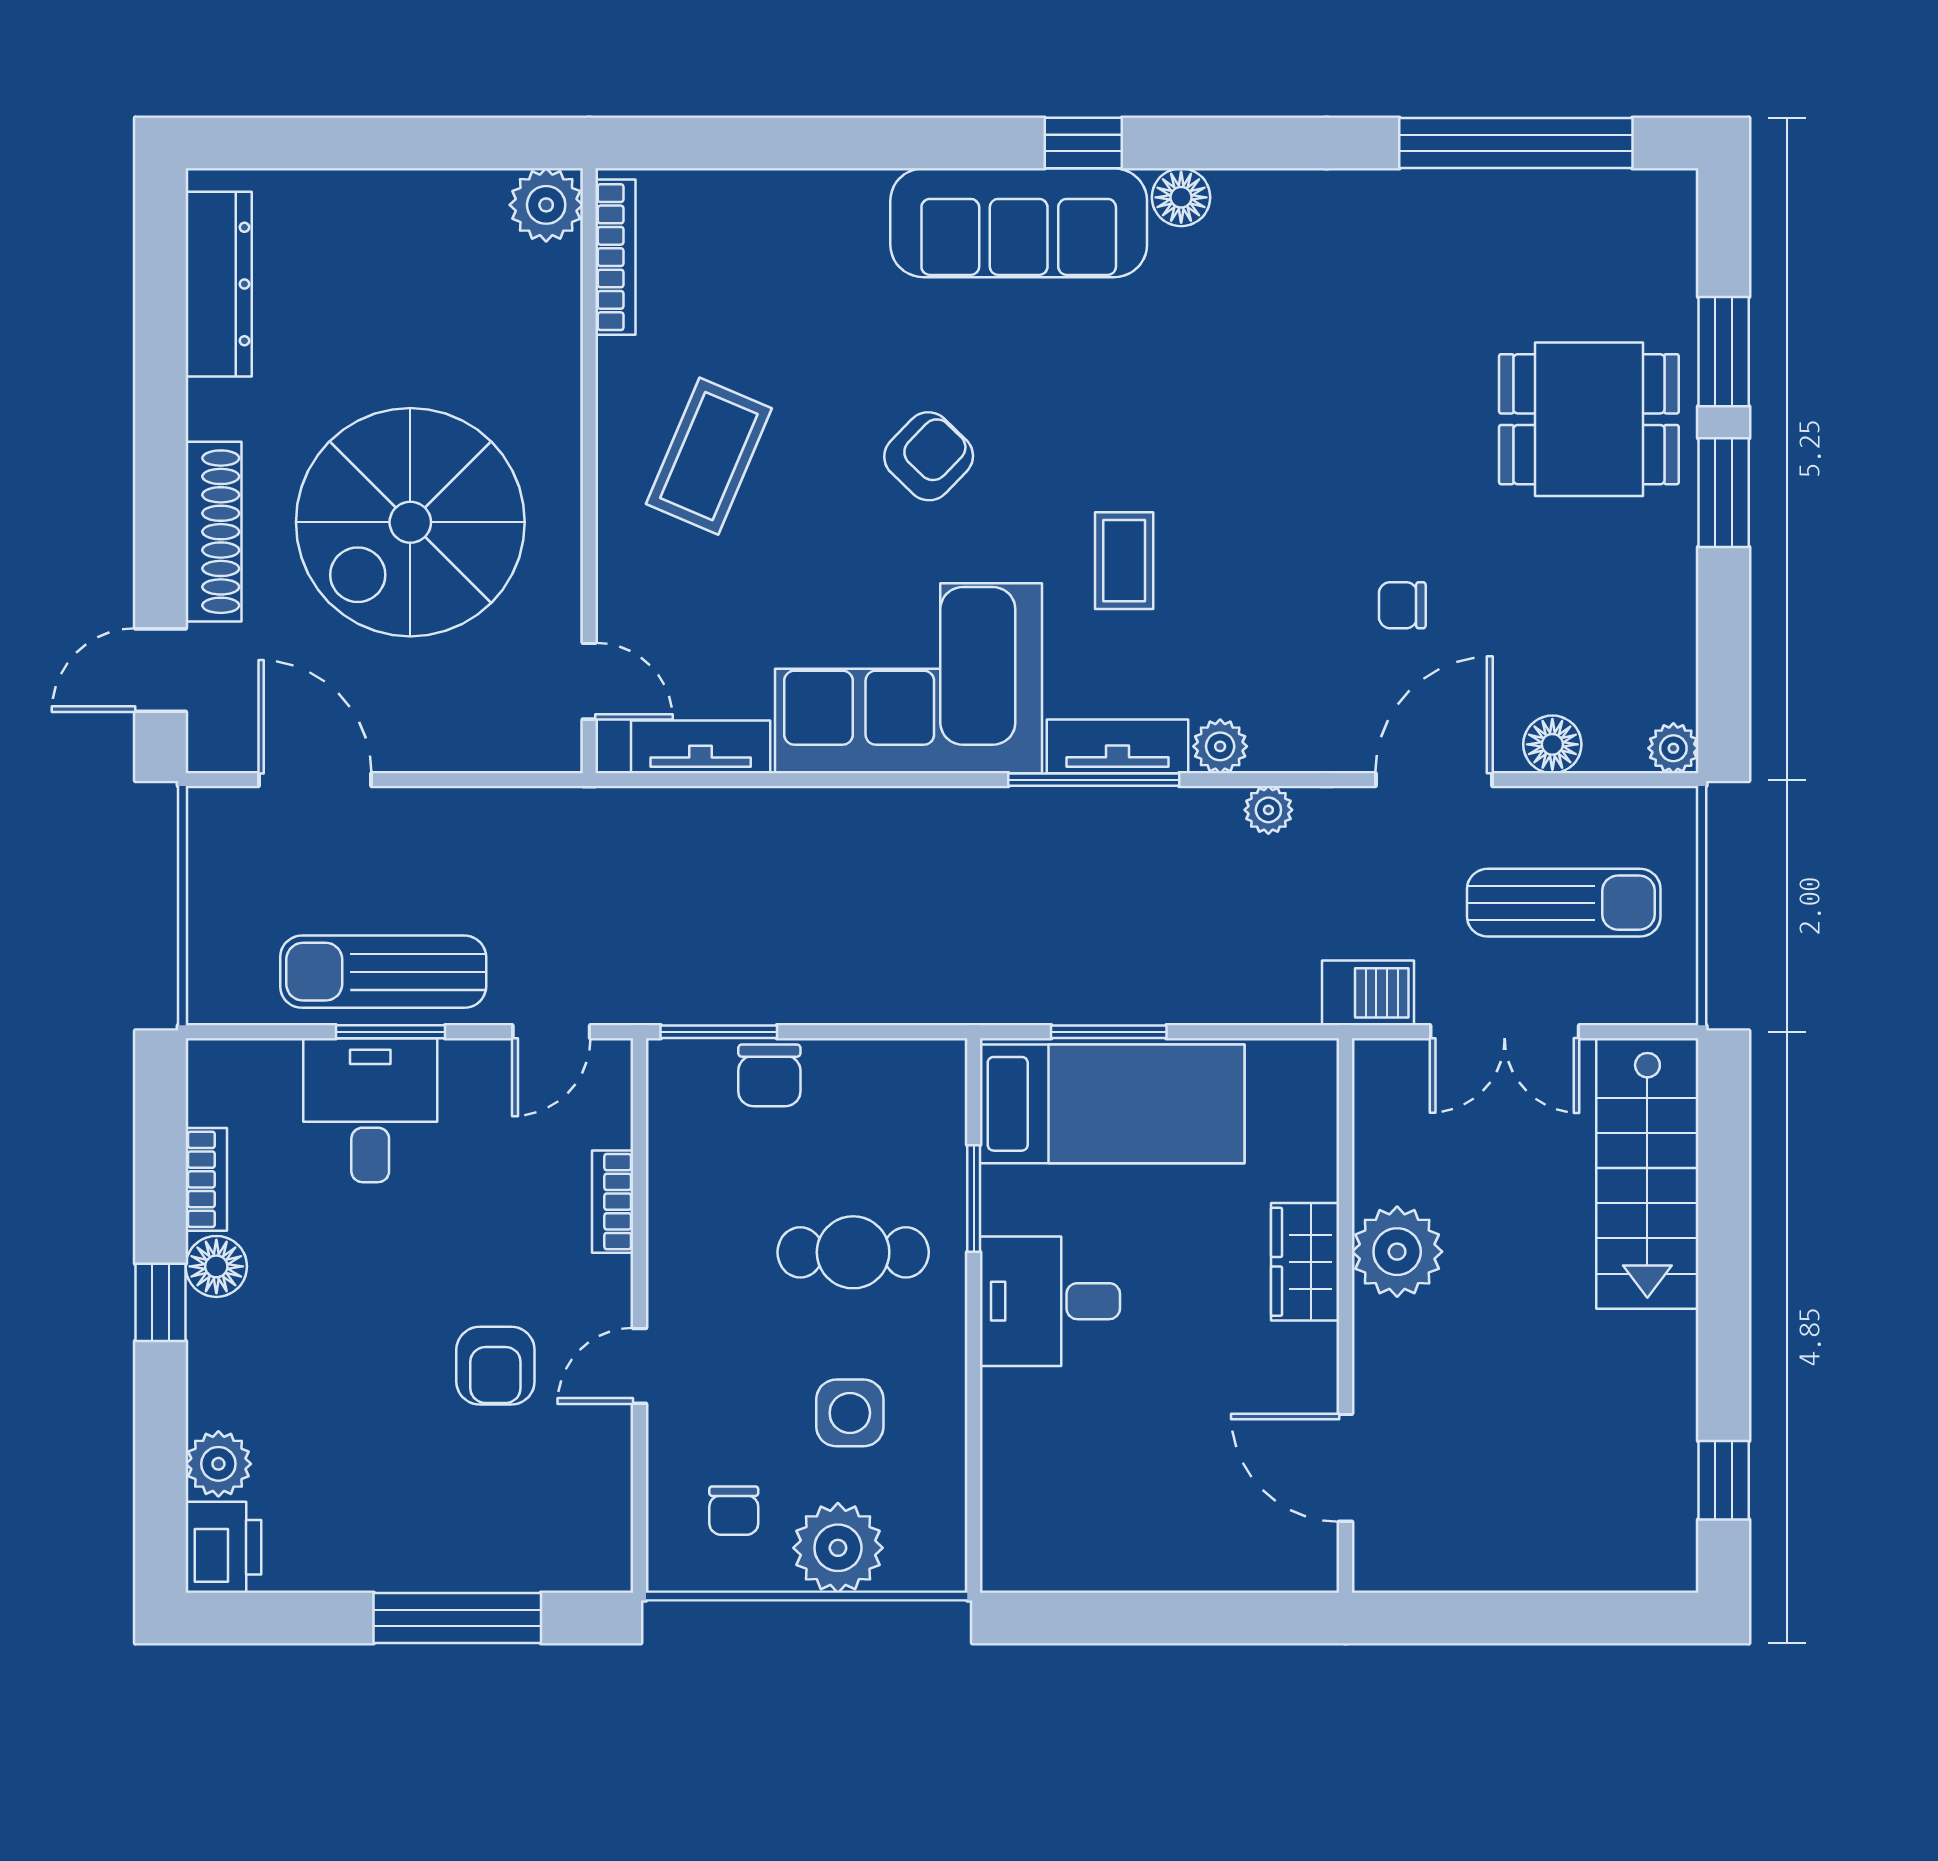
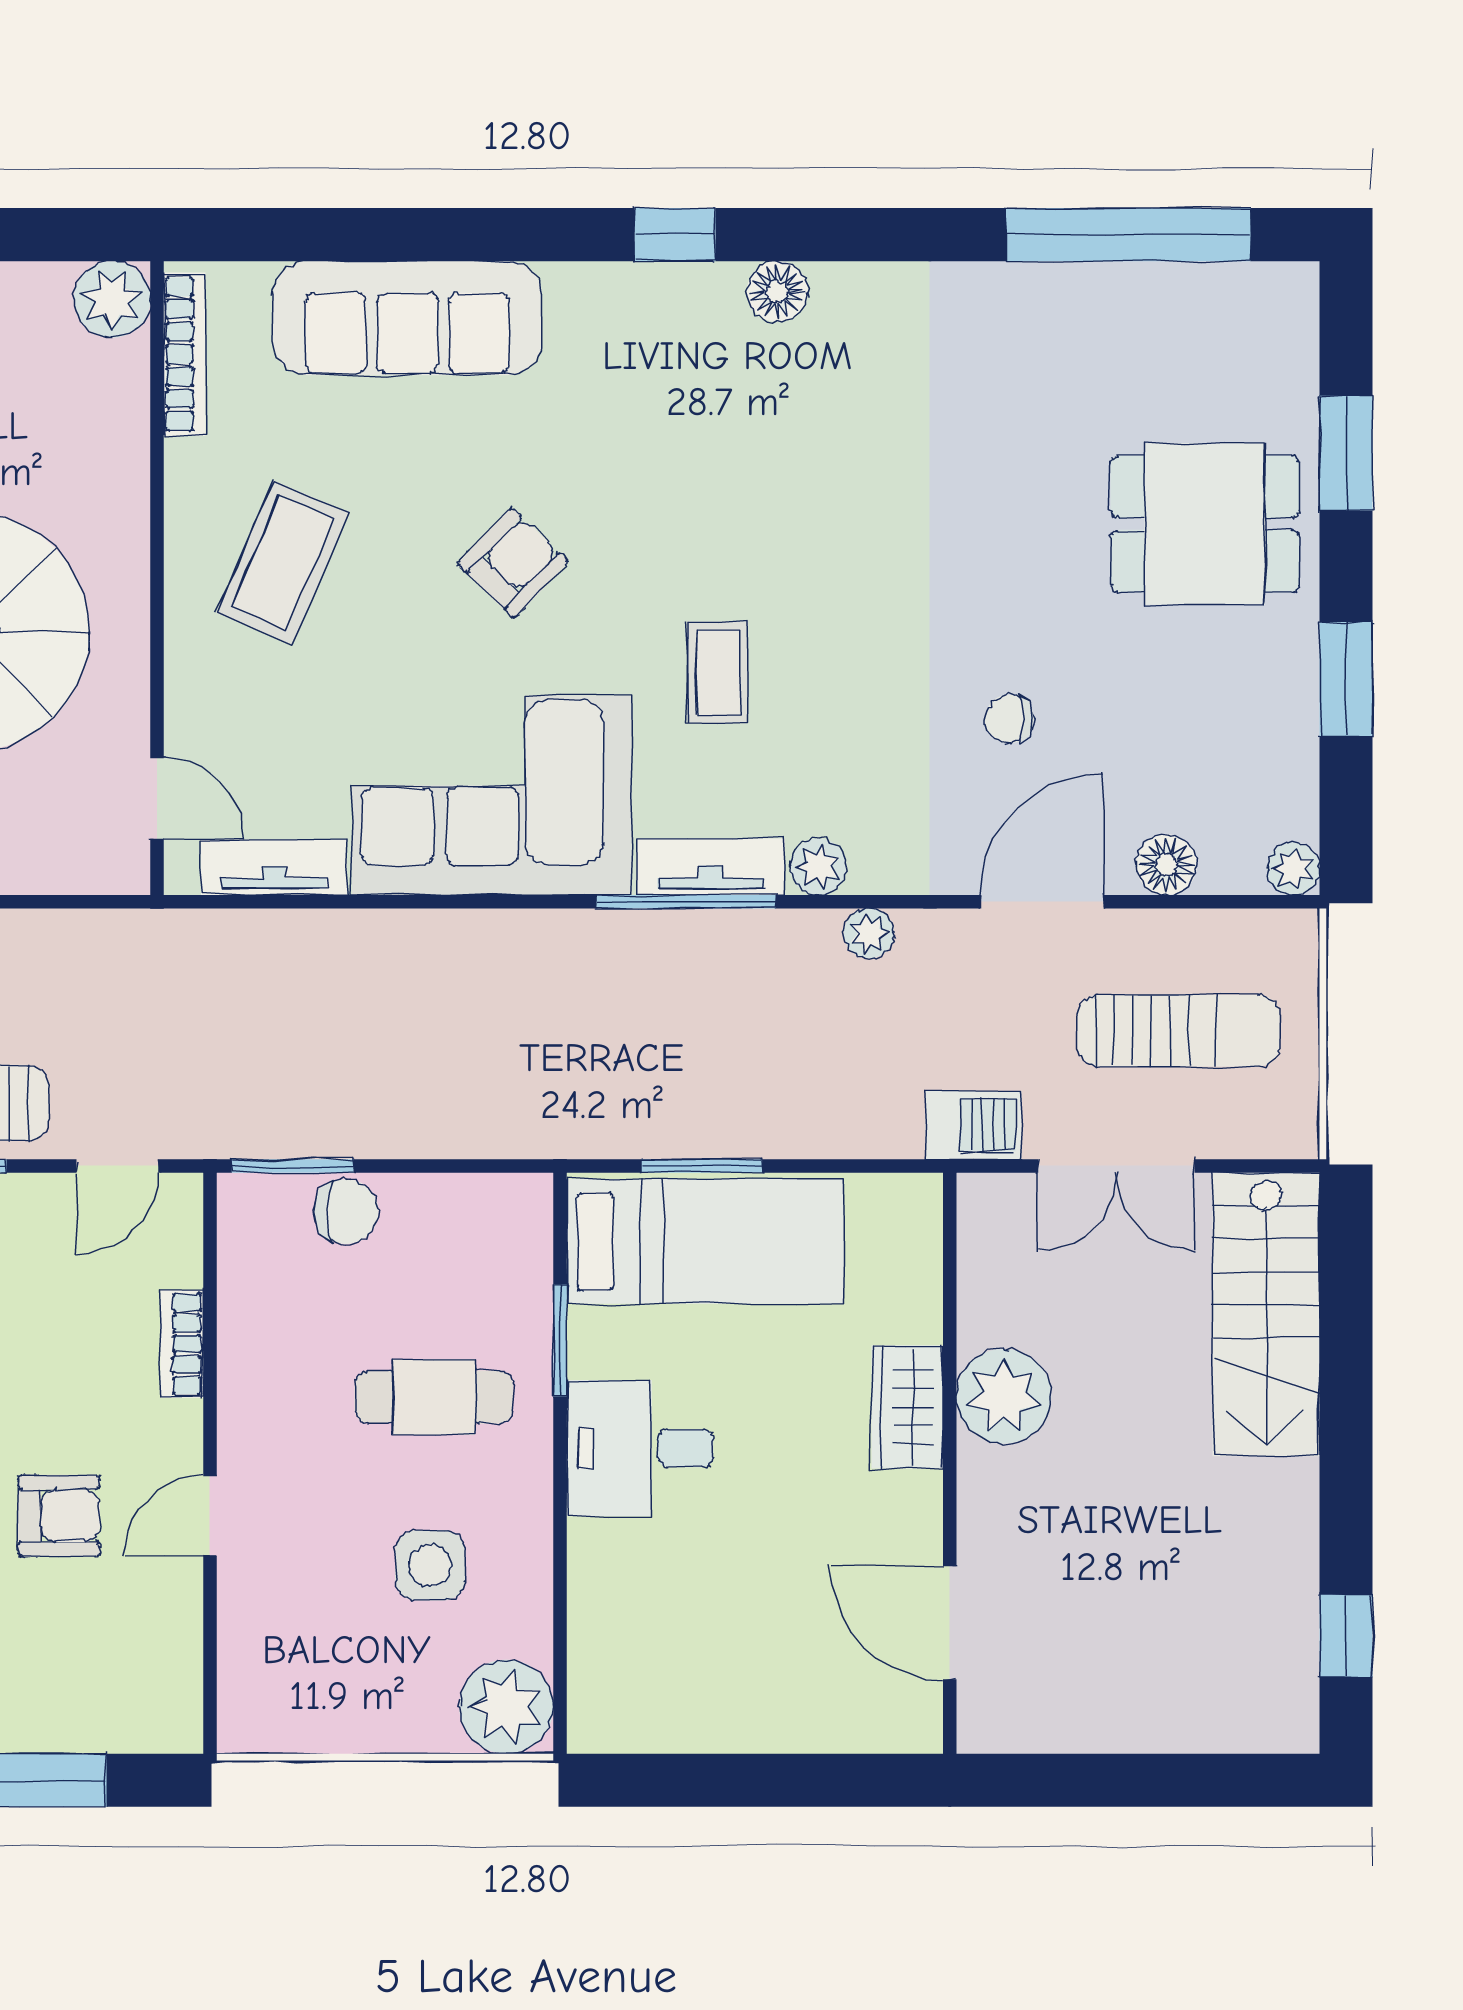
sofa: (1019, 223) -> (407, 318), moved
window: (1724, 493) -> (1346, 679), moved
chair: (769, 1075) -> (346, 1212), turned -90
armchair: (495, 1366) -> (59, 1516), turned -90
chair: (734, 1511) -> (309, 1668), removed
plant: (838, 1548) -> (506, 1707), moved

